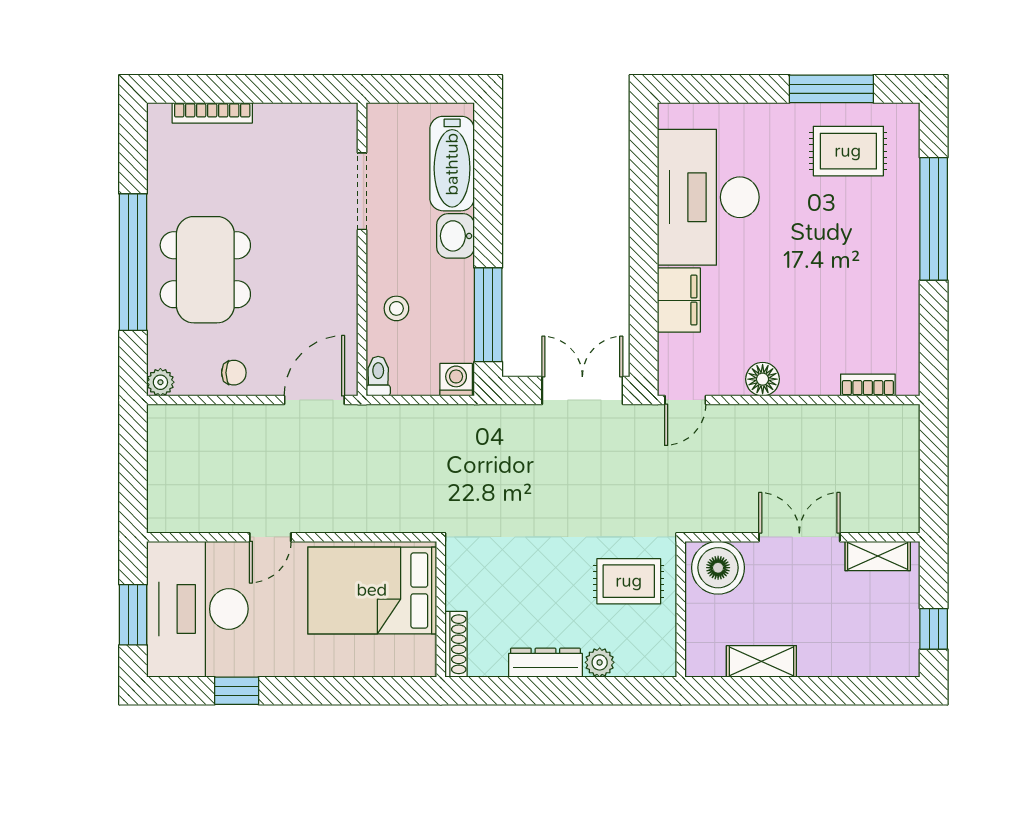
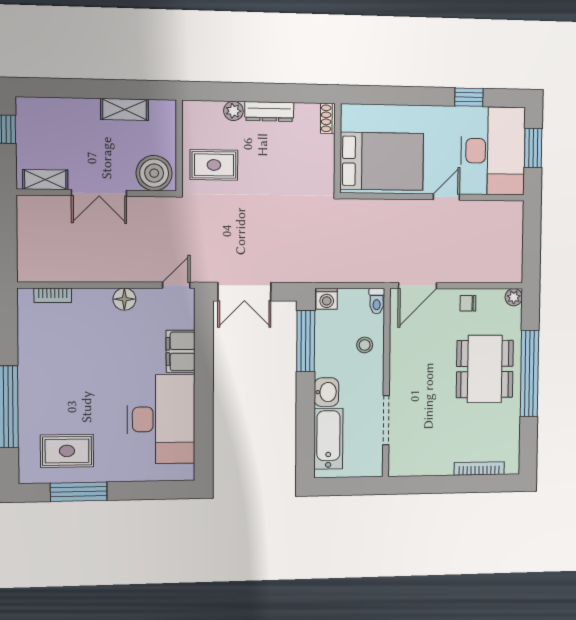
shoe rack: (456, 644) -> (328, 118), width x0.70

